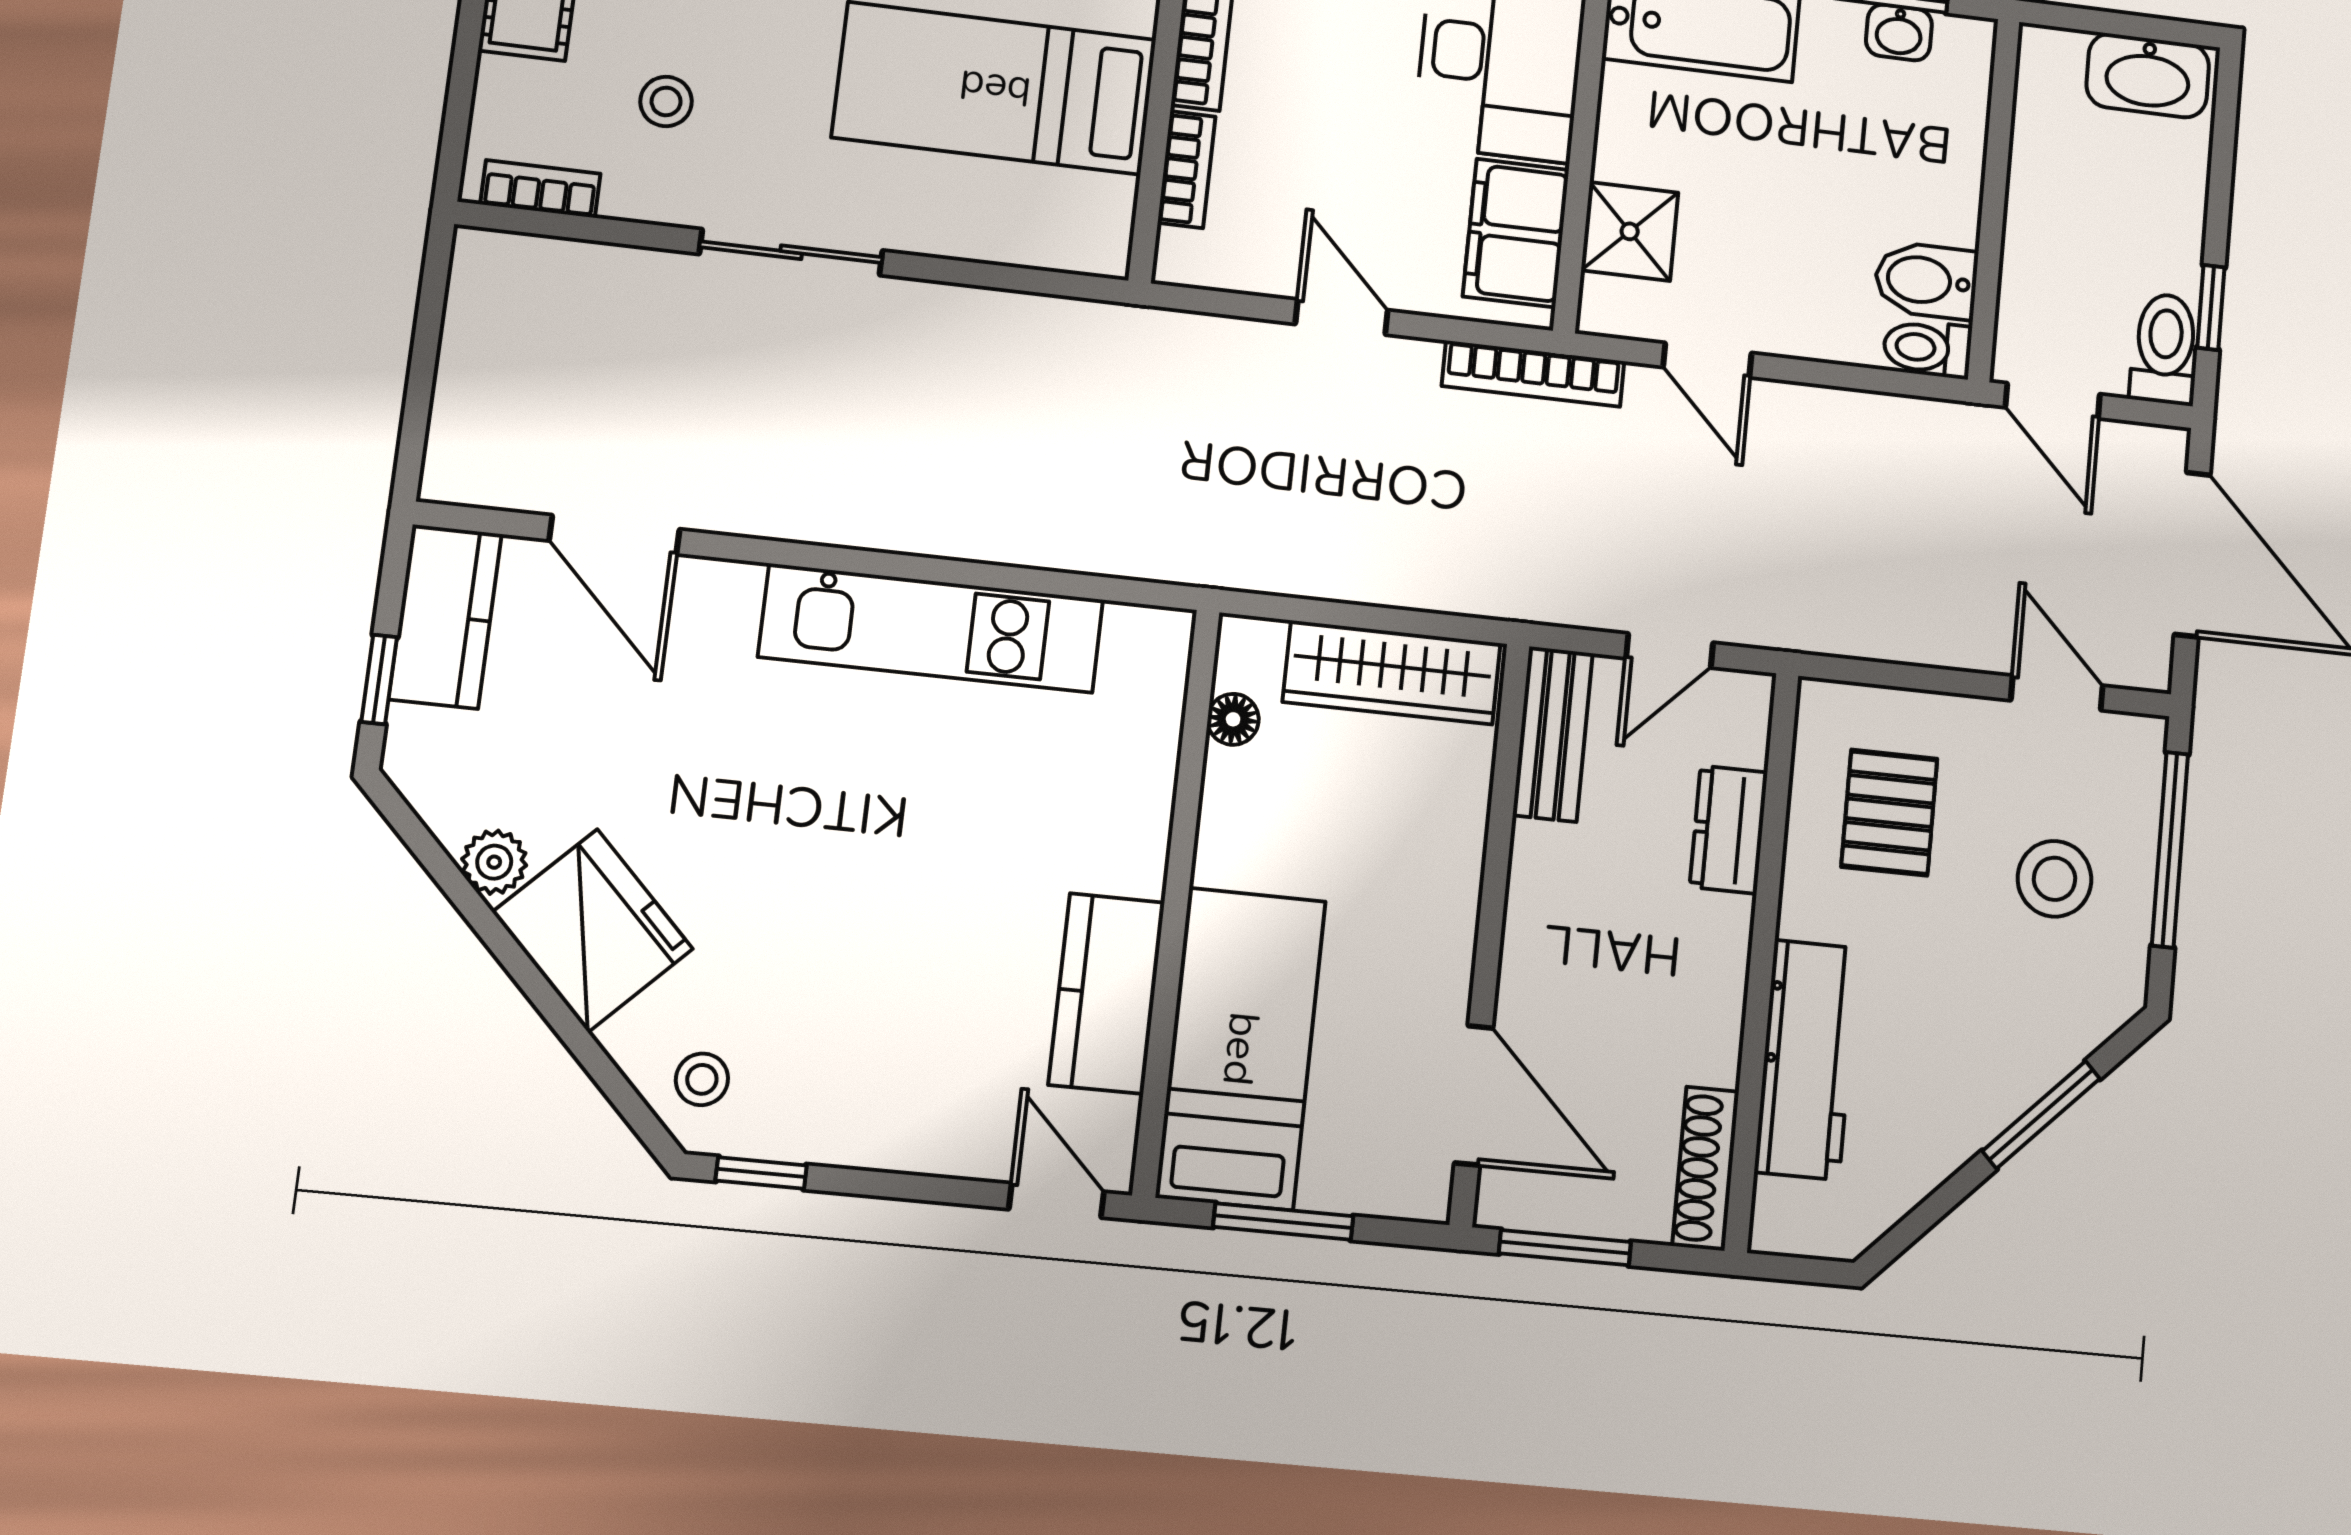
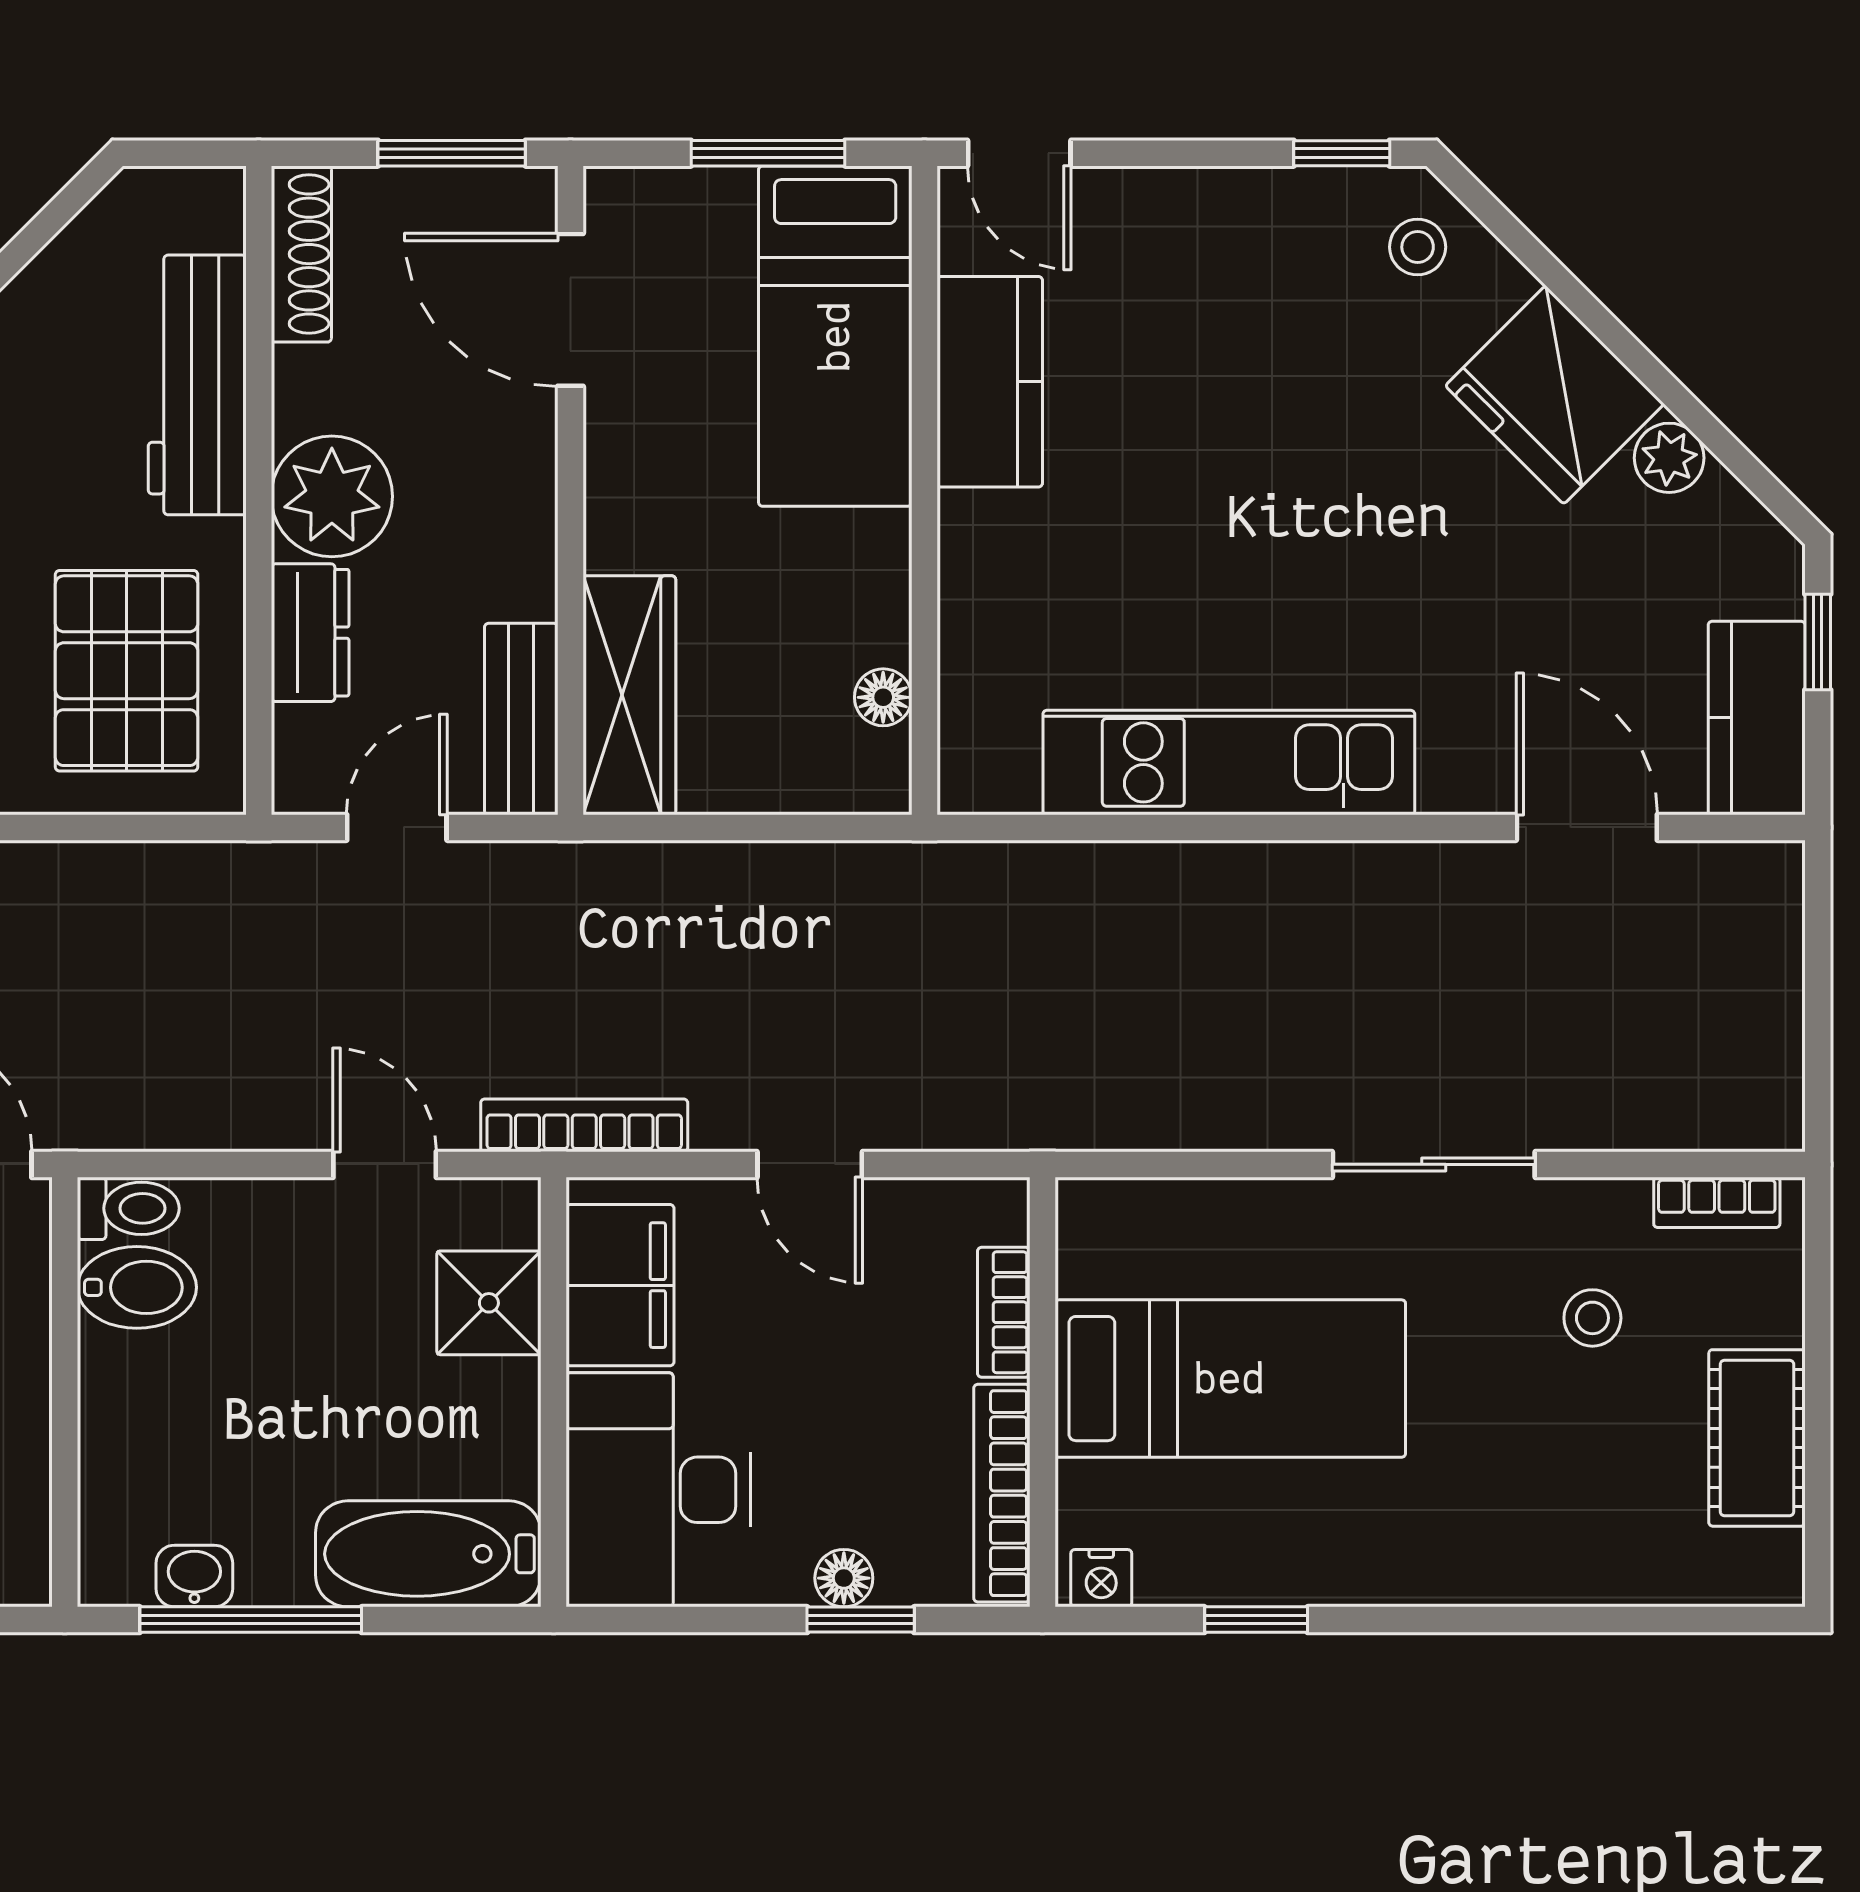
wardrobe: (1392, 672) -> (629, 695), moved, turned 90
pallet: (1889, 813) -> (127, 671), width x1.50, depth x1.42
plant: (1699, 948) -> (332, 496), added

